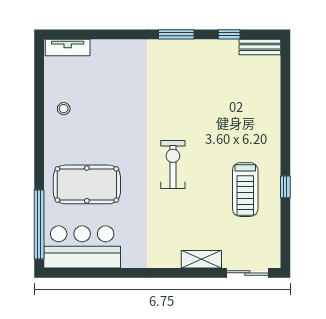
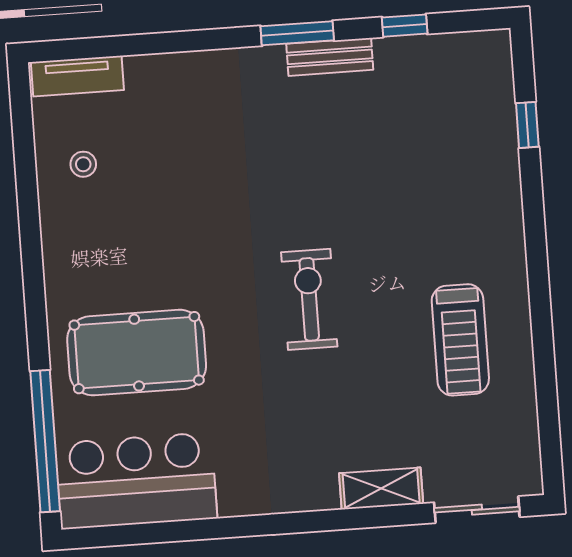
bench: (260, 47) -> (330, 57), moved
stool: (64, 109) -> (83, 164), moved
window: (285, 187) -> (527, 125), moved

